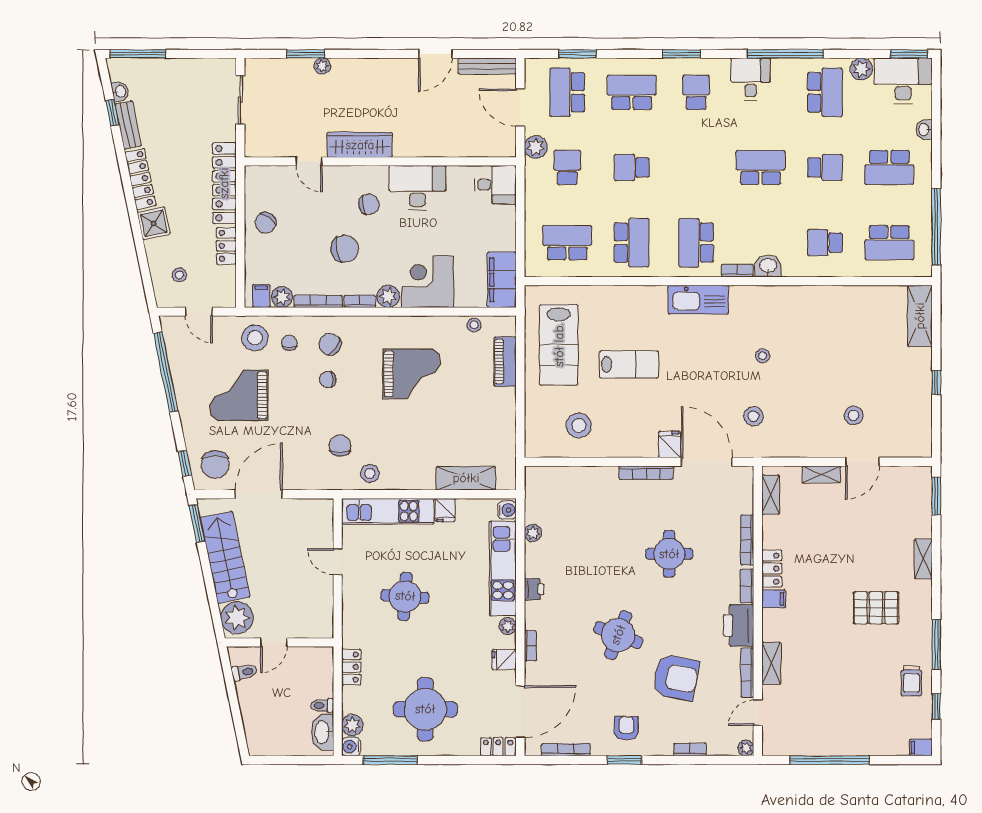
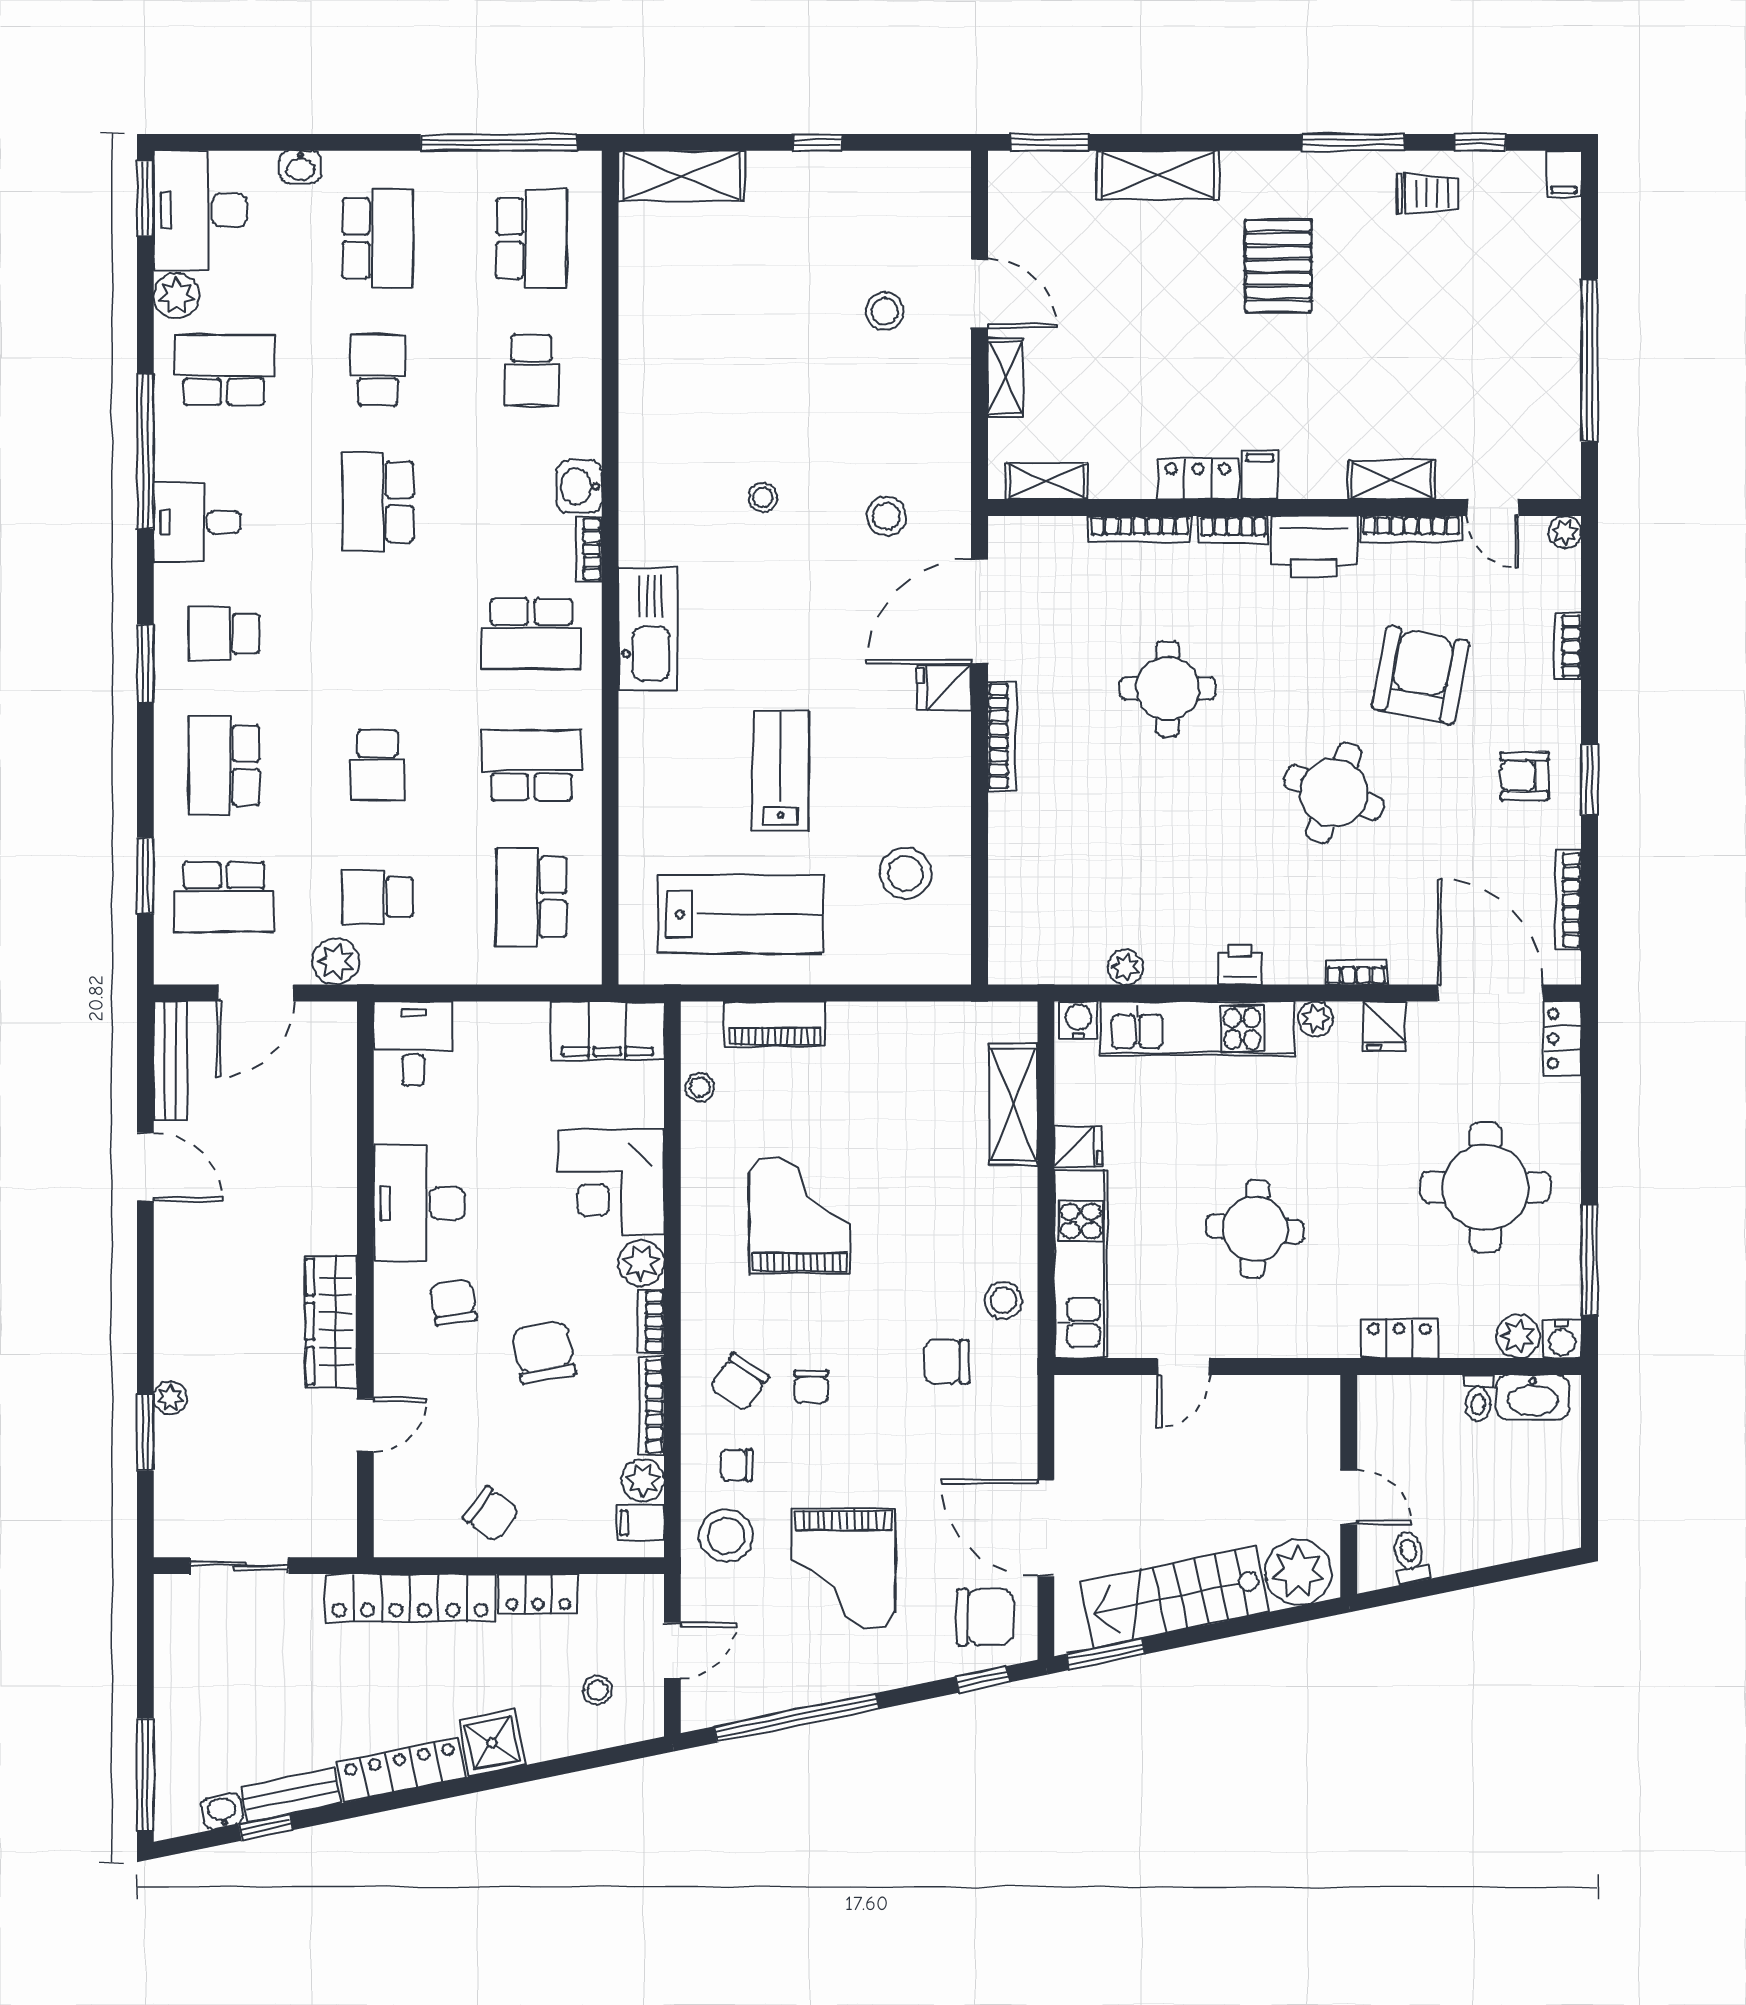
shelving: (923, 559) -> (1158, 175), width x1.50, depth x1.33

